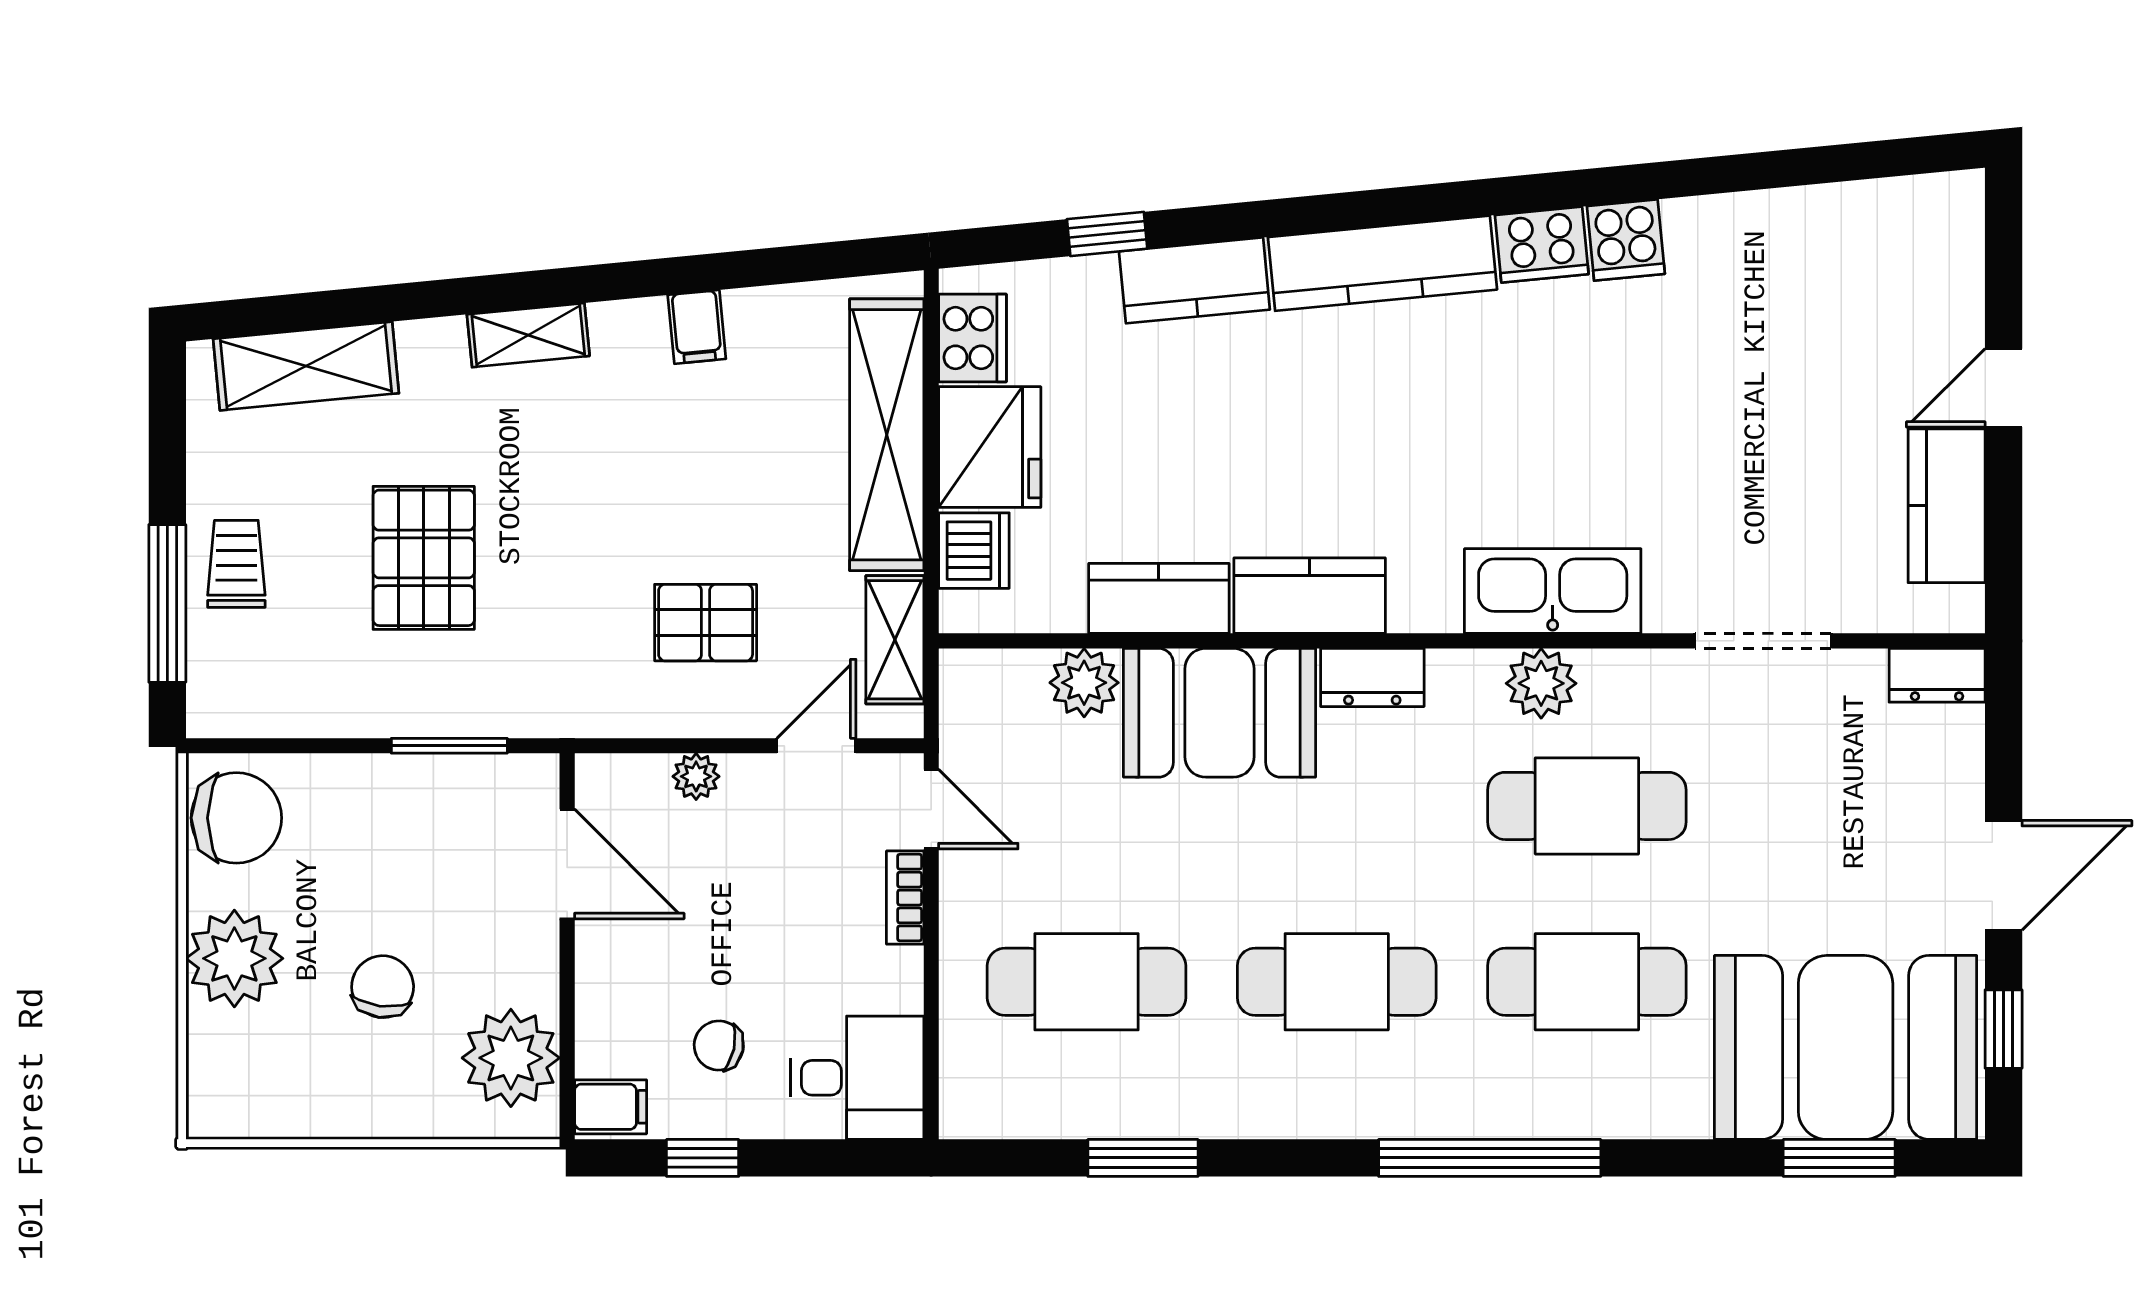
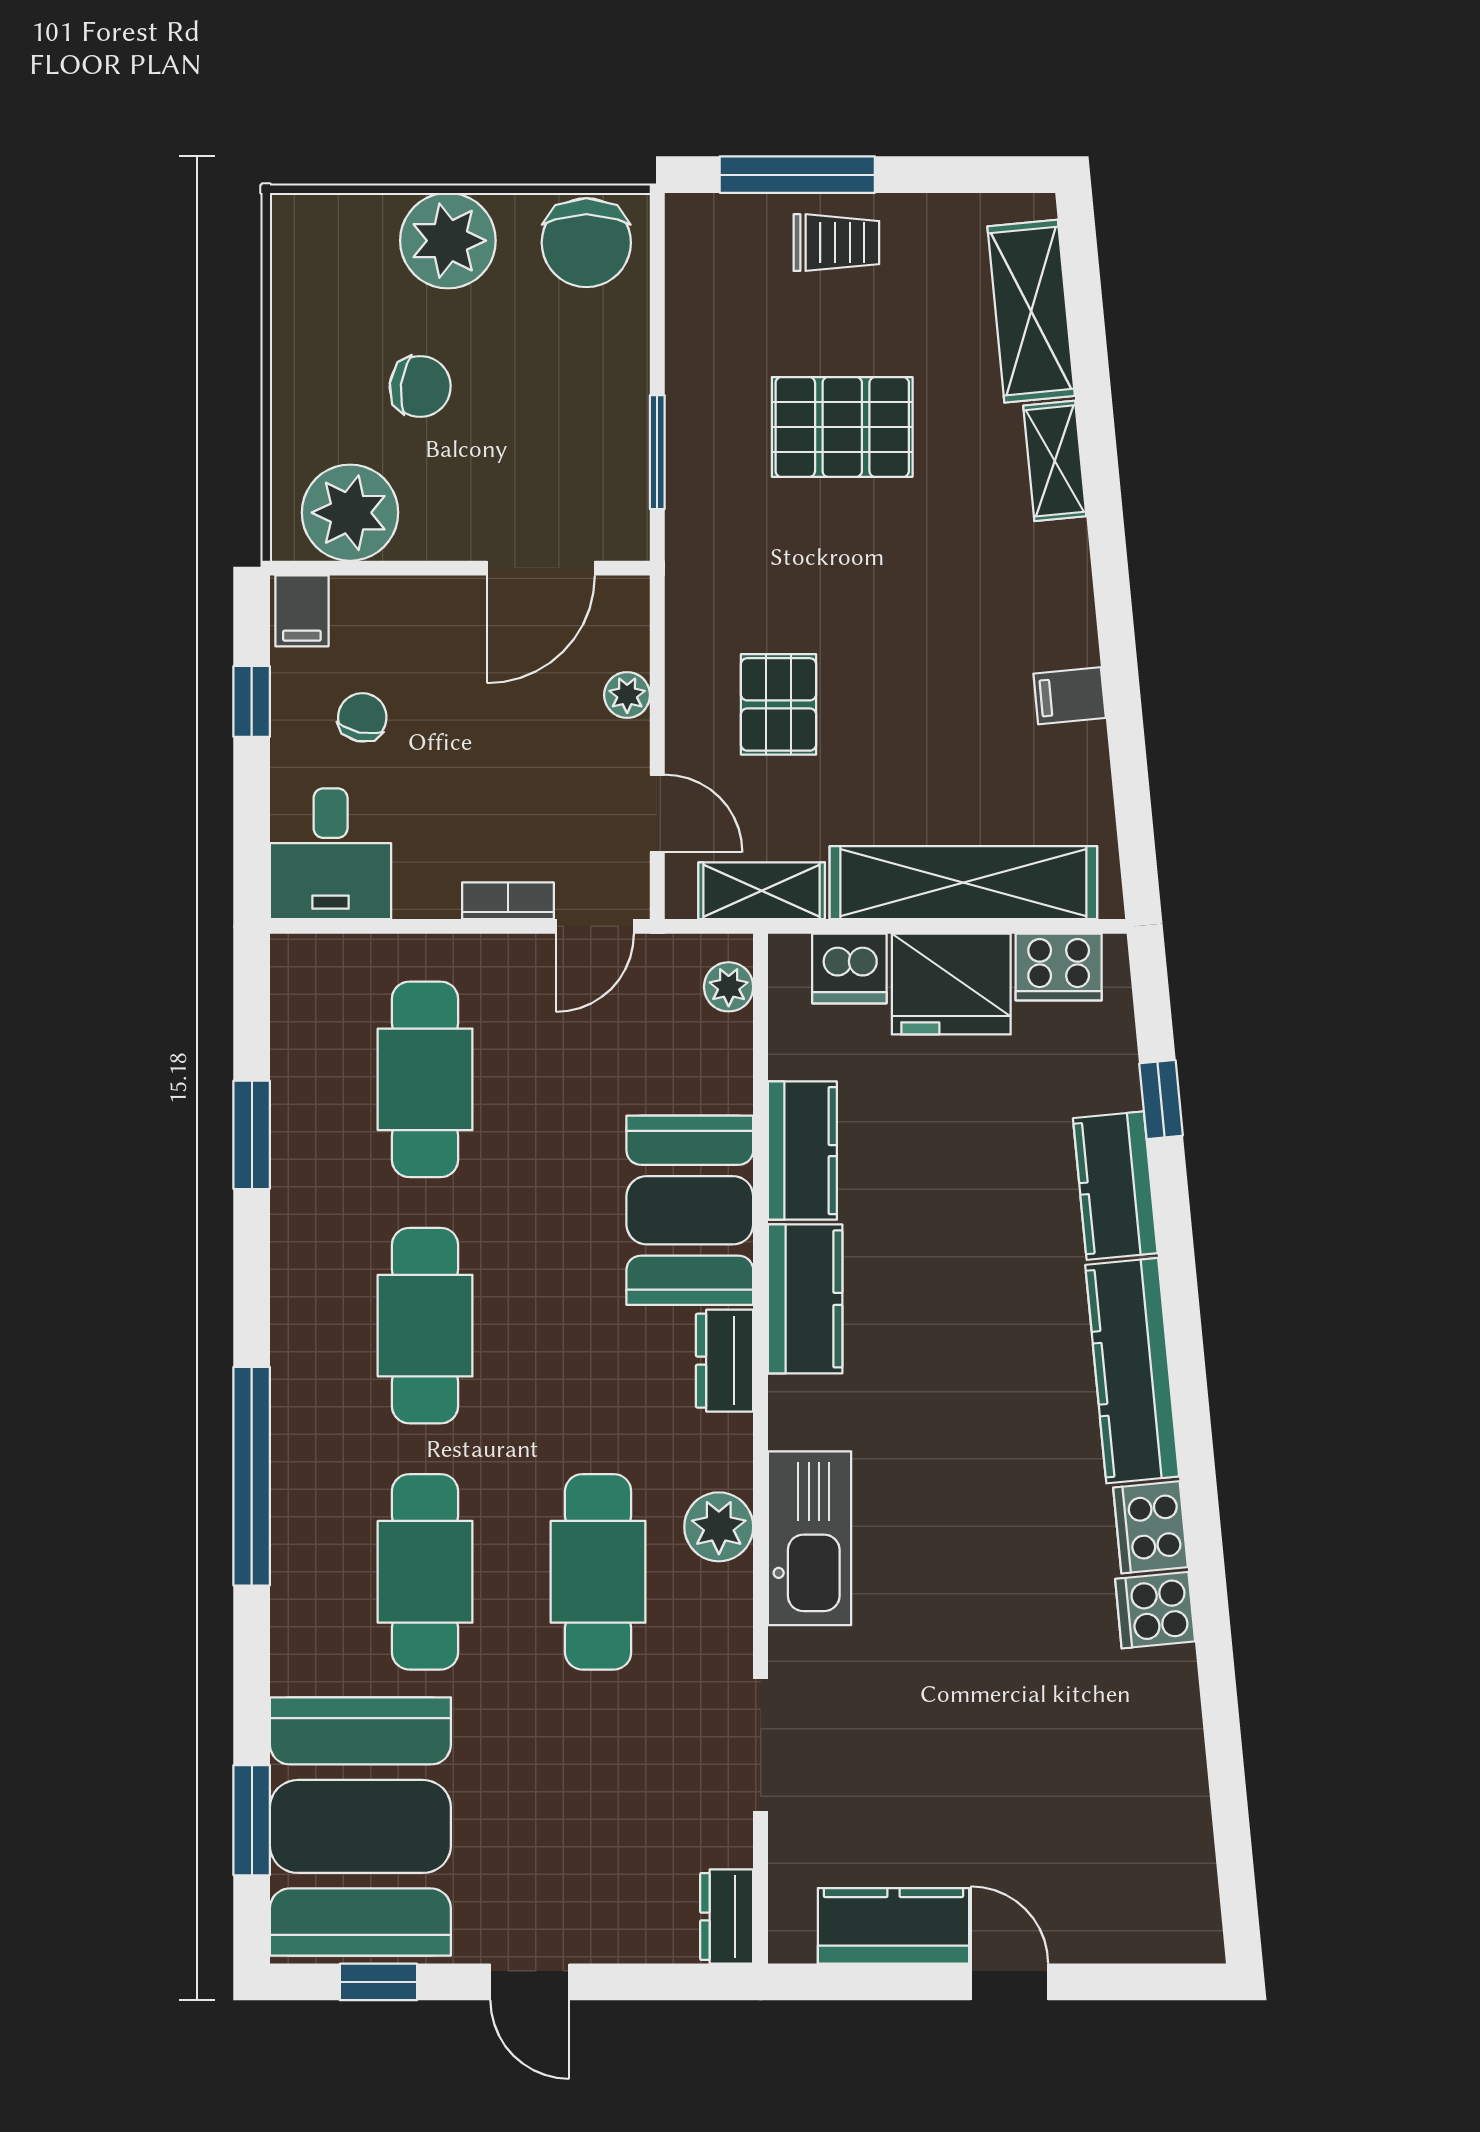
shelving: (528, 335) -> (1055, 461), moved
plant: (1084, 683) -> (729, 987), moved, width x0.73, depth x0.73
door: (2004, 875) -> (530, 1982), width x0.73

